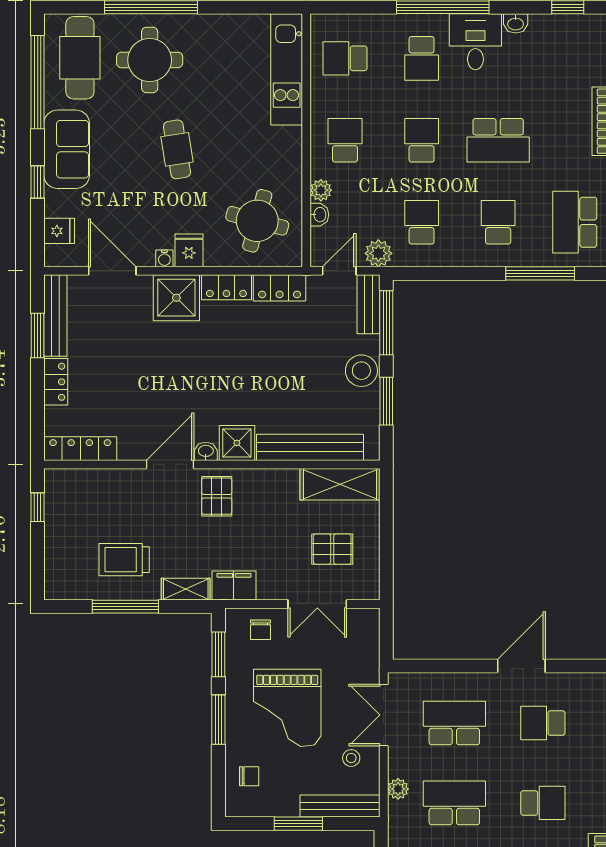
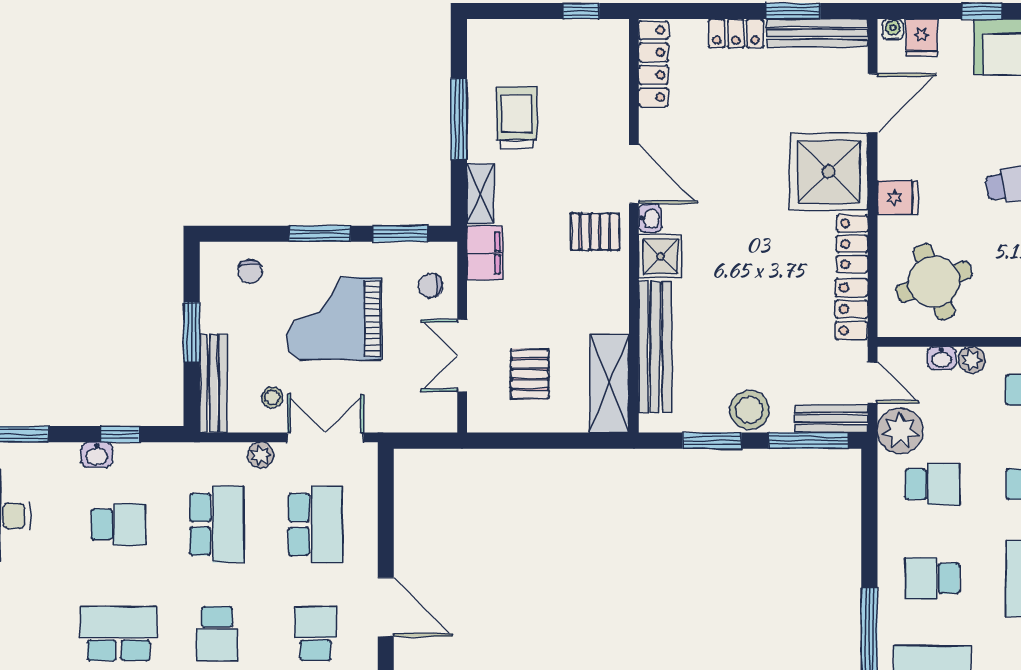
round table: (257, 221) -> (934, 282), turned -35
school desk: (498, 222) -> (932, 578), turned 180
plant: (378, 253) -> (900, 431), width x1.36, depth x1.36
water cooler: (164, 258) -> (893, 29), moved, turned 90
shower: (176, 298) -> (829, 172), width x1.37, depth x1.37
plant: (398, 789) -> (261, 455), moved

